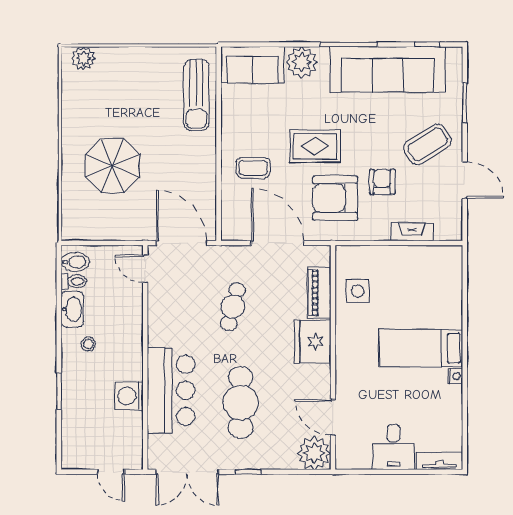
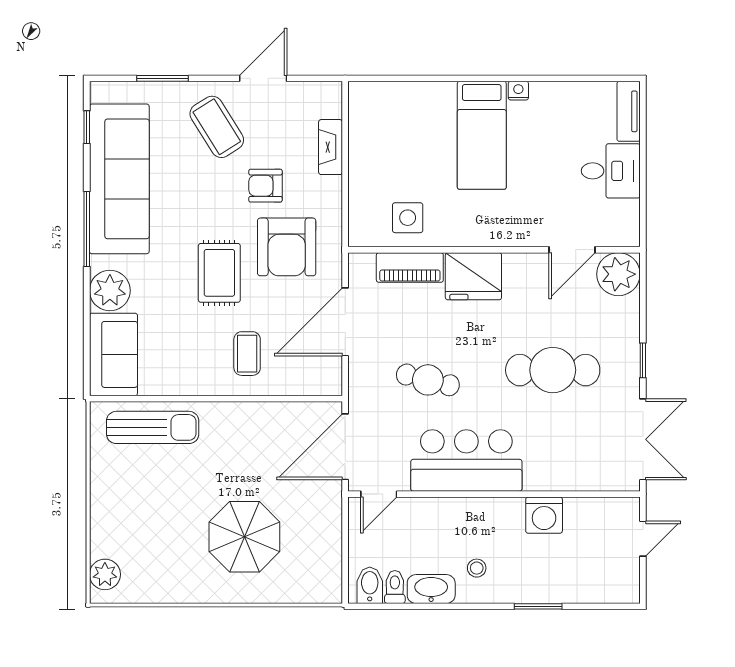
bar counter: (171, 390) -> (466, 460), moved

